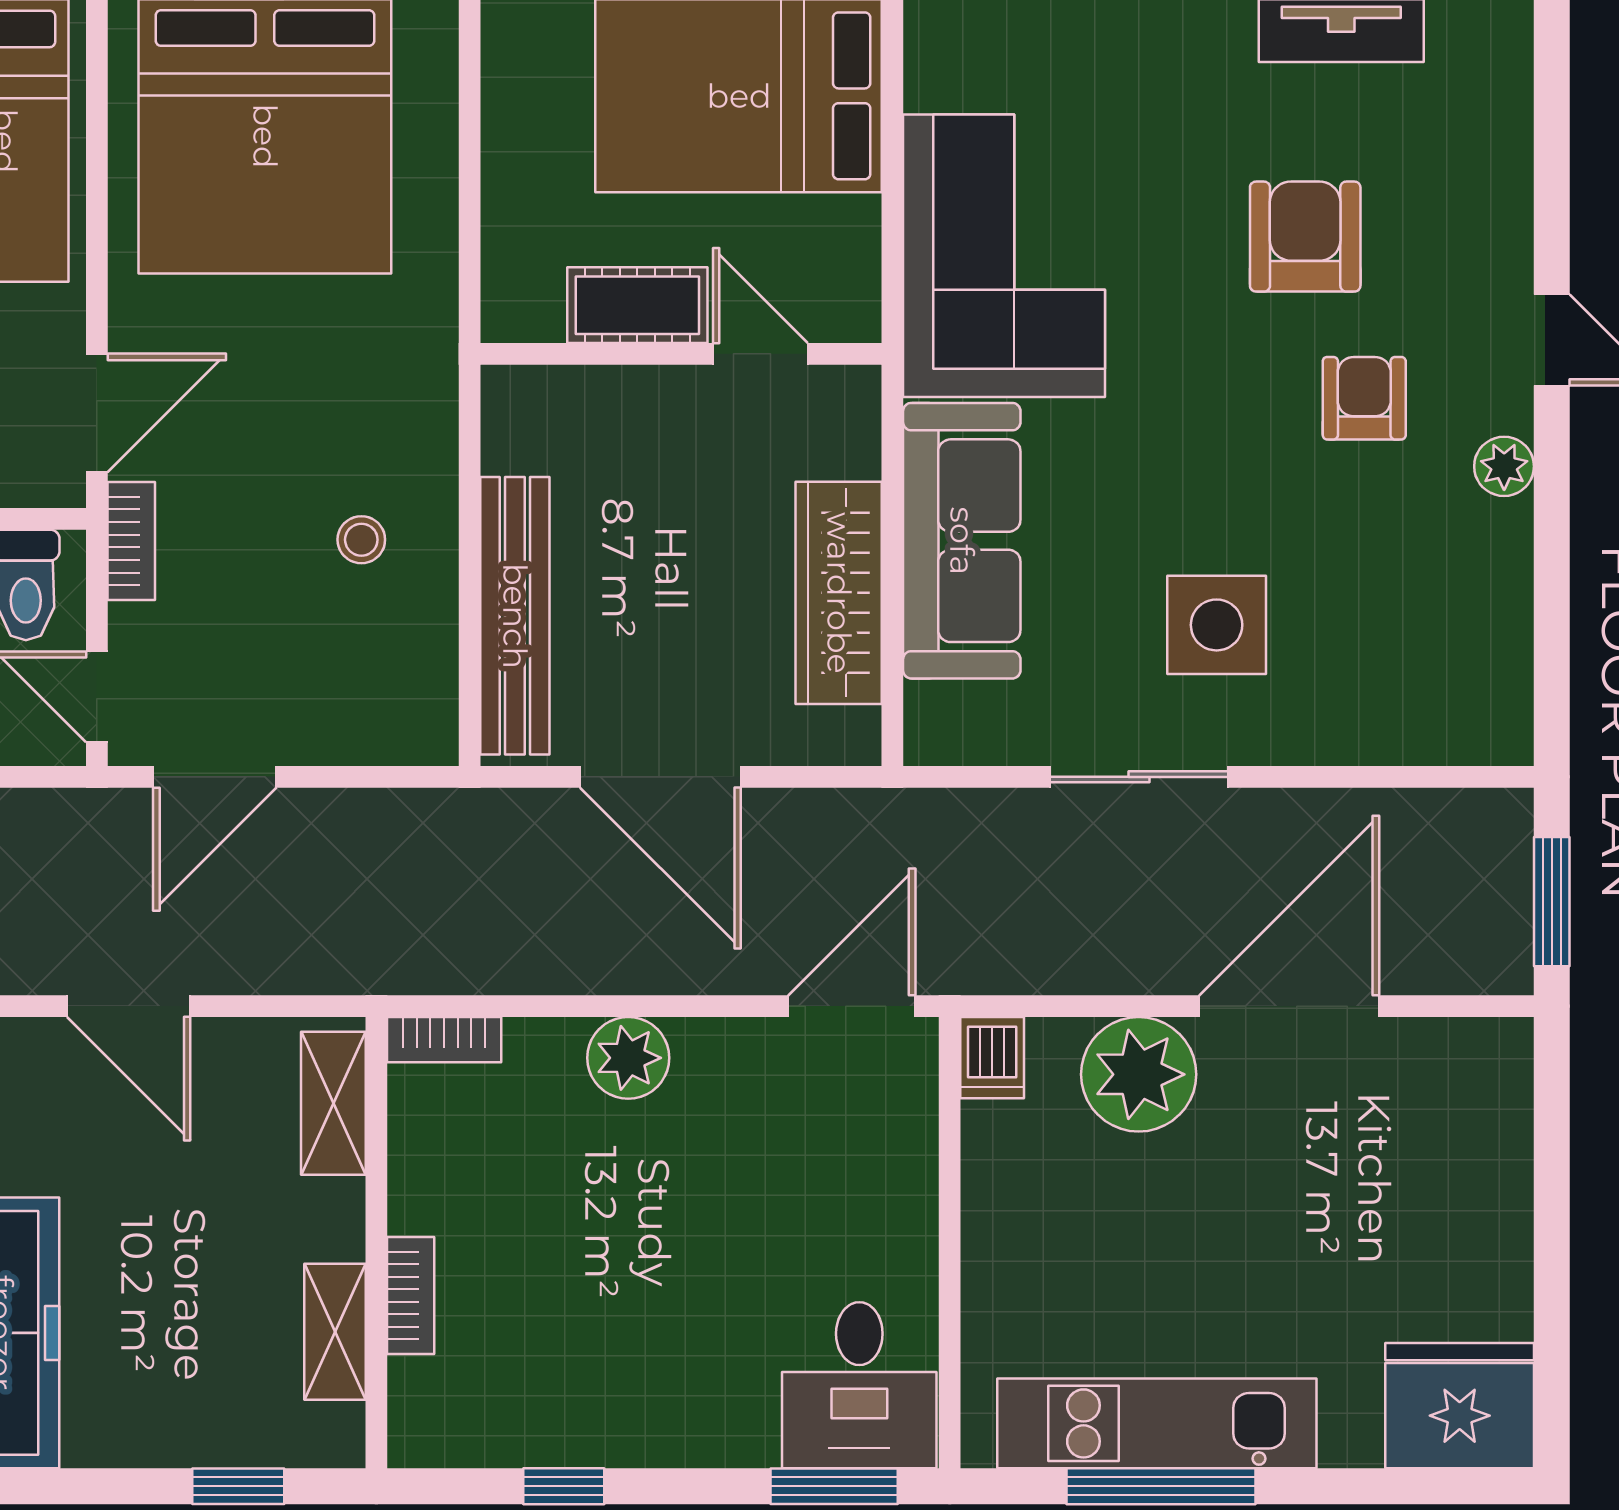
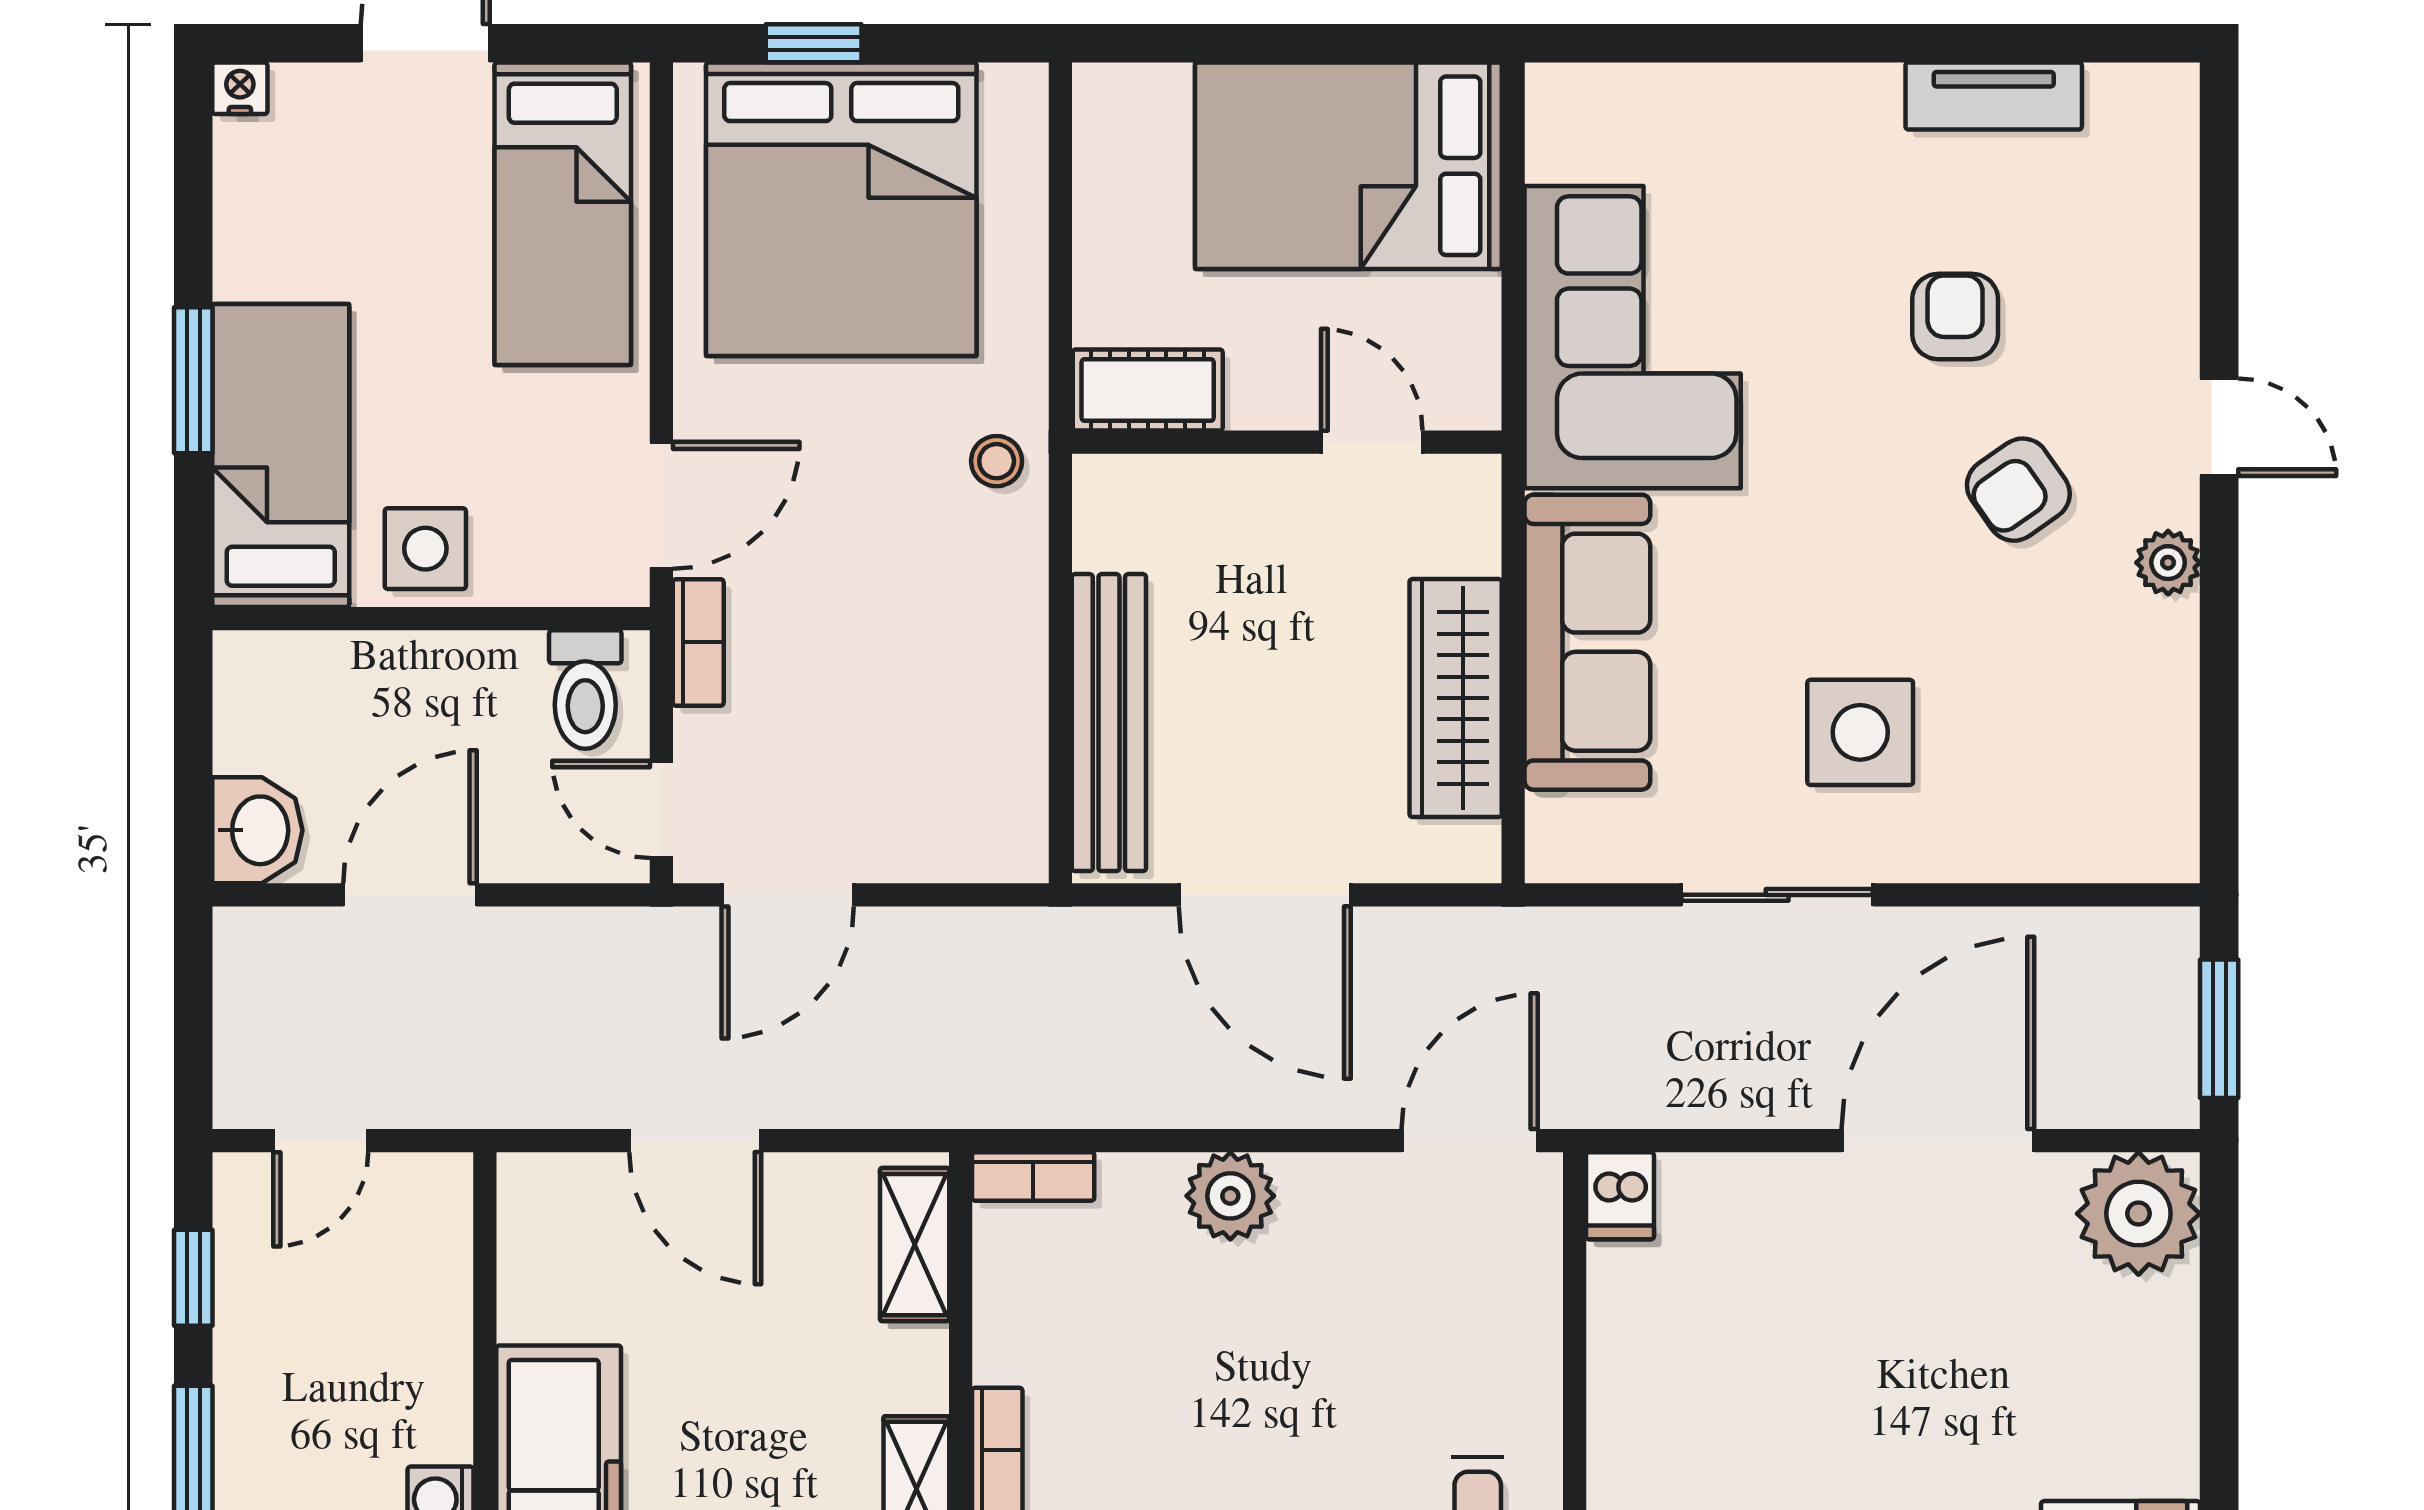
armchair: (1305, 237) -> (1955, 317), width x0.72, depth x0.72
cot: (637, 305) -> (1148, 390), moved
armchair: (1364, 398) -> (2018, 490), turned -125
stool: (361, 540) -> (997, 461), moved
plant: (1139, 1074) -> (2138, 1214), moved

